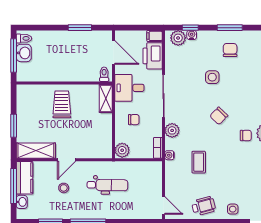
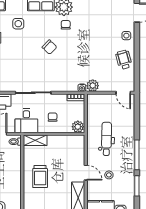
side table: (212, 77) -> (18, 24), moved
trolley: (62, 104) -> (40, 176), turned -90
plant: (172, 130) -> (93, 86), moved
coffee table: (199, 162) -> (88, 64), removed
door: (163, 205) -> (123, 93), swing flipped

